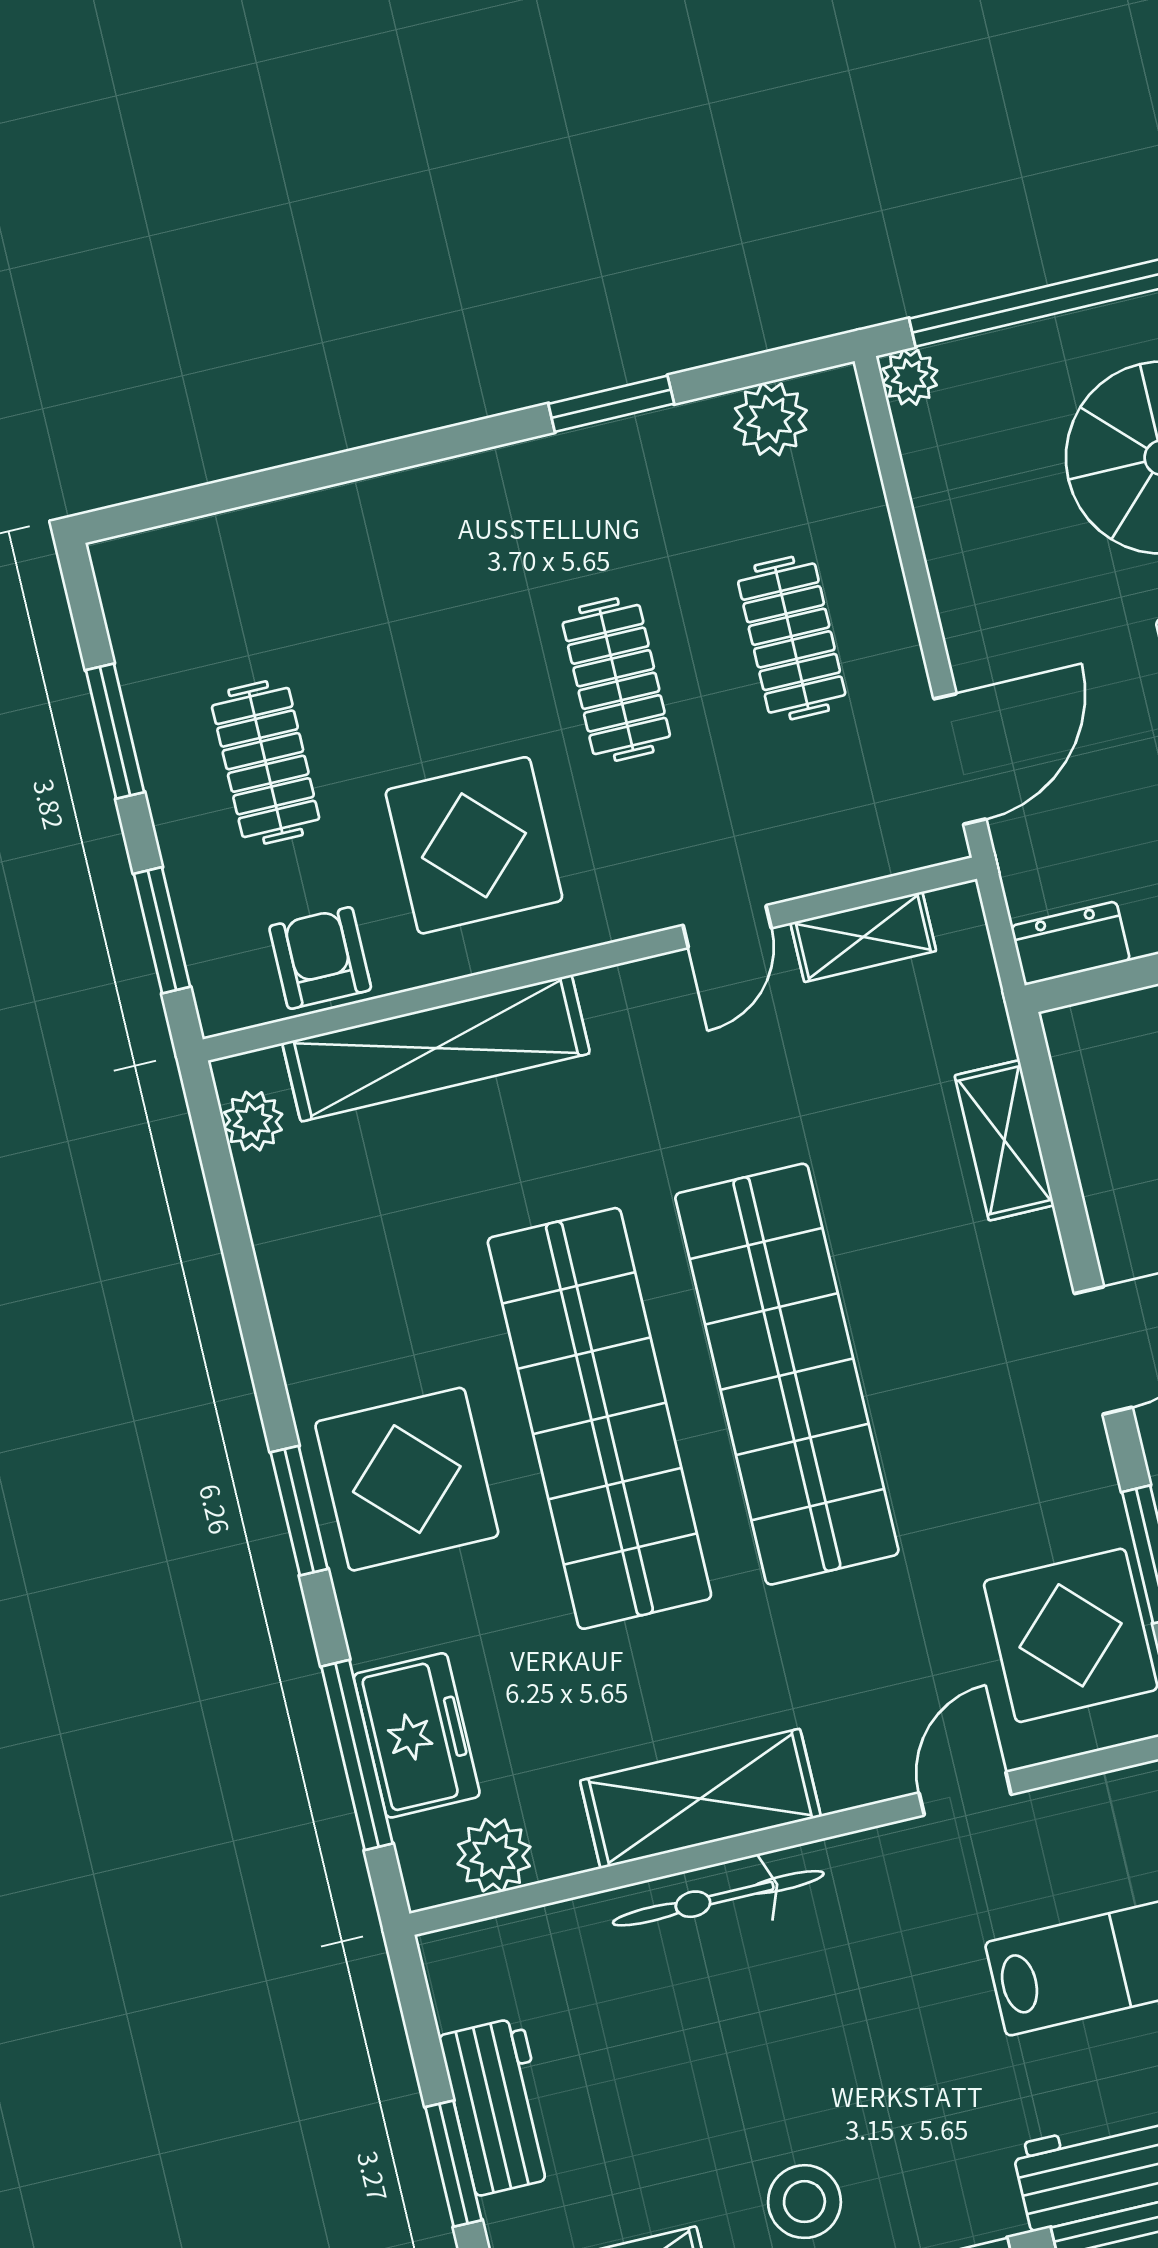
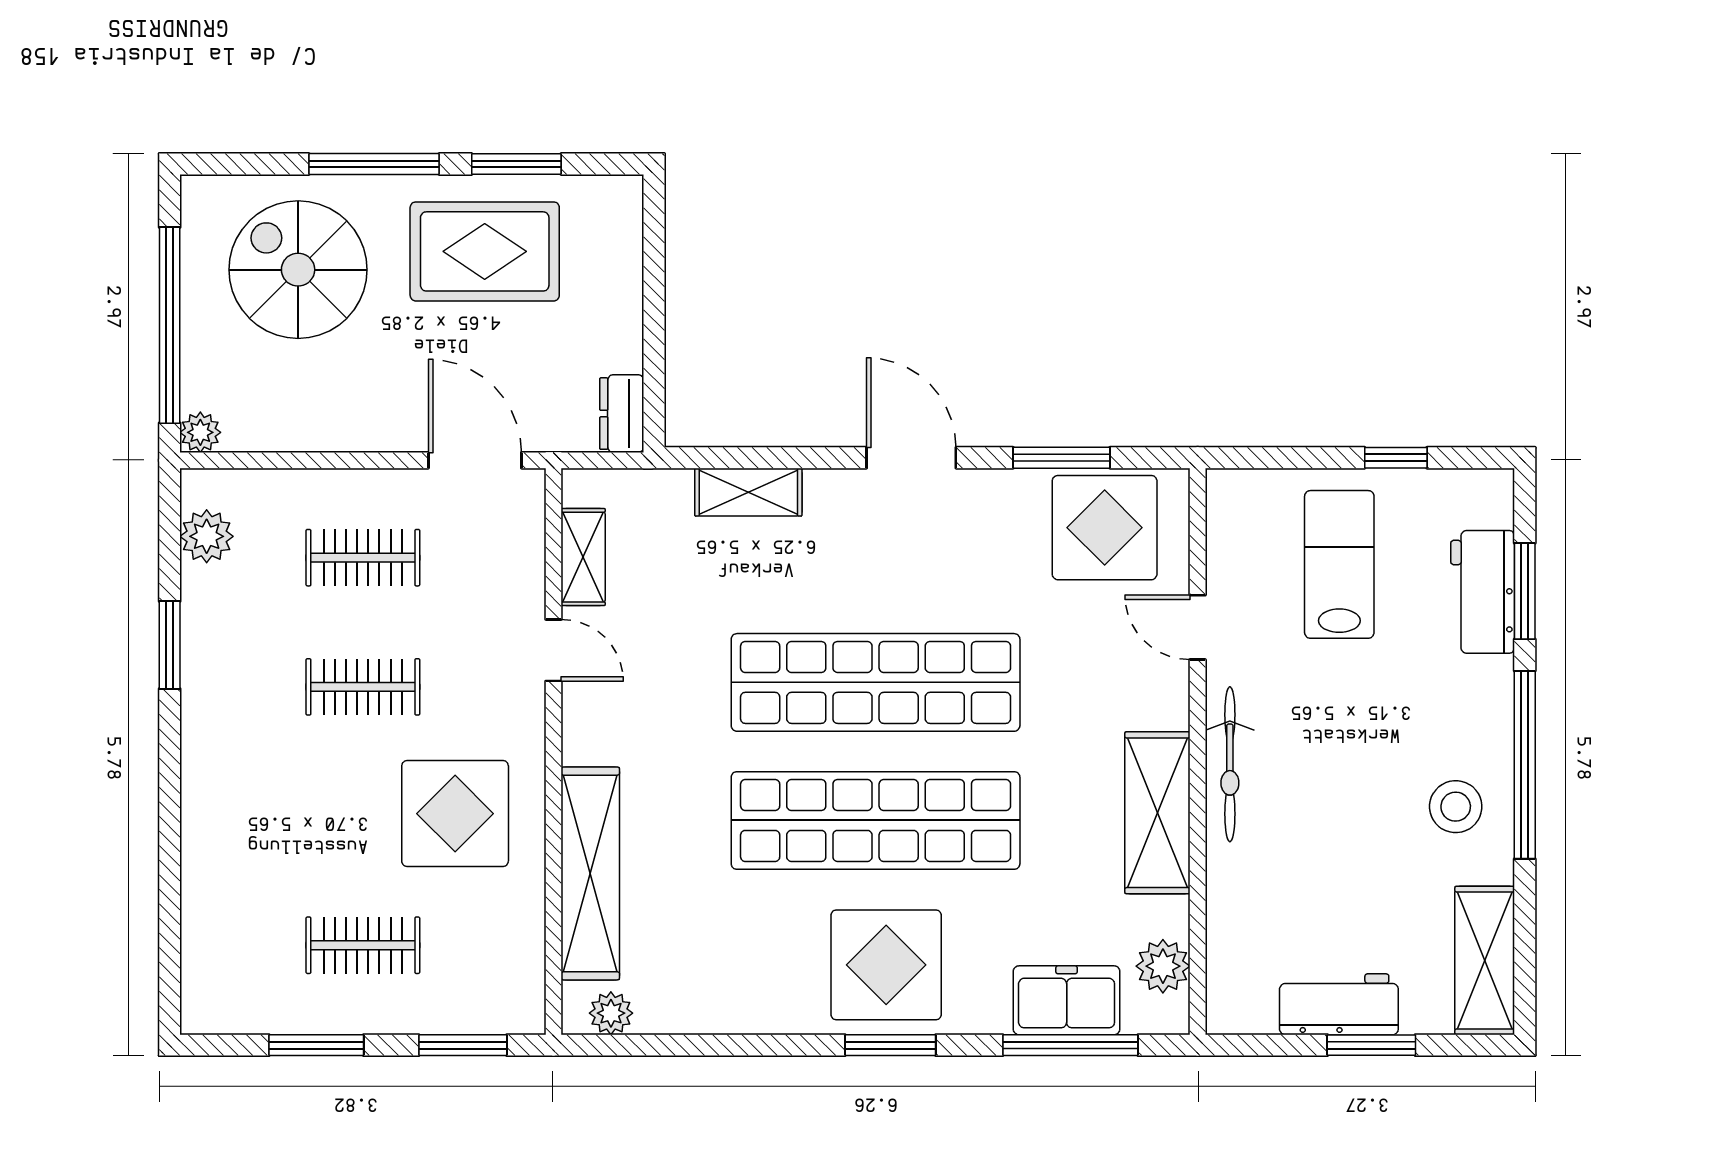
armchair: (320, 958) -> (508, 939), removed
bicycle: (718, 1898) -> (1230, 764), moved

